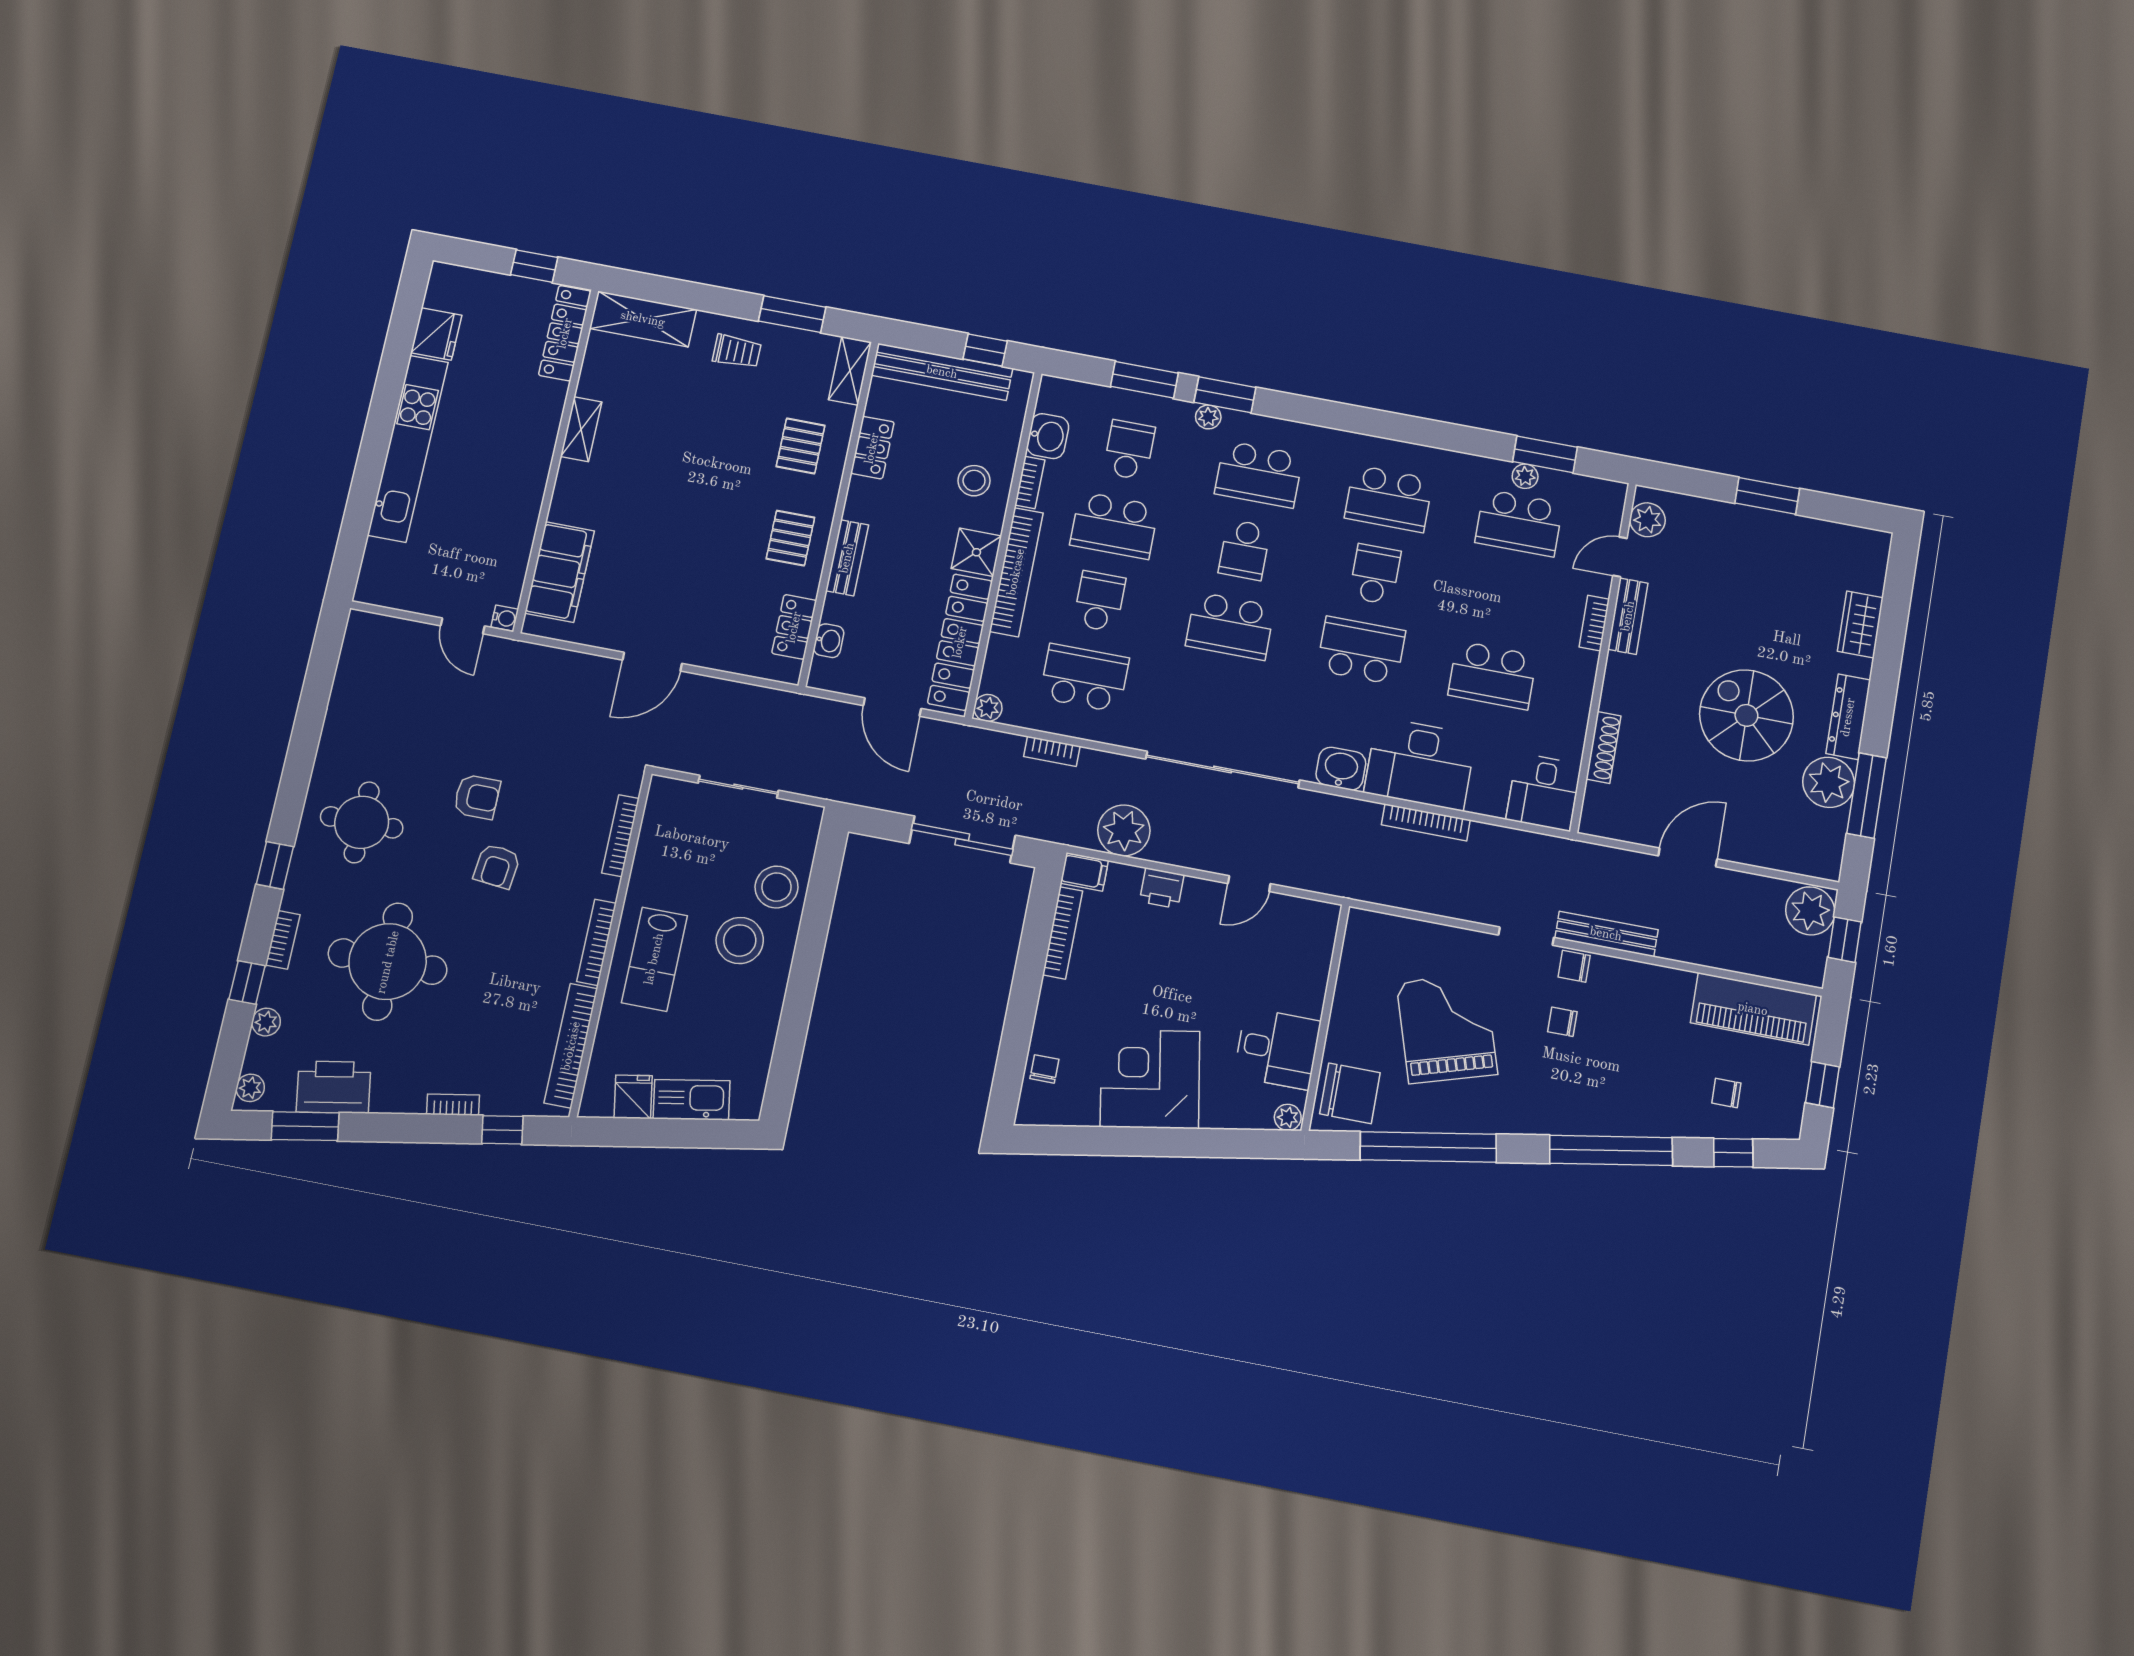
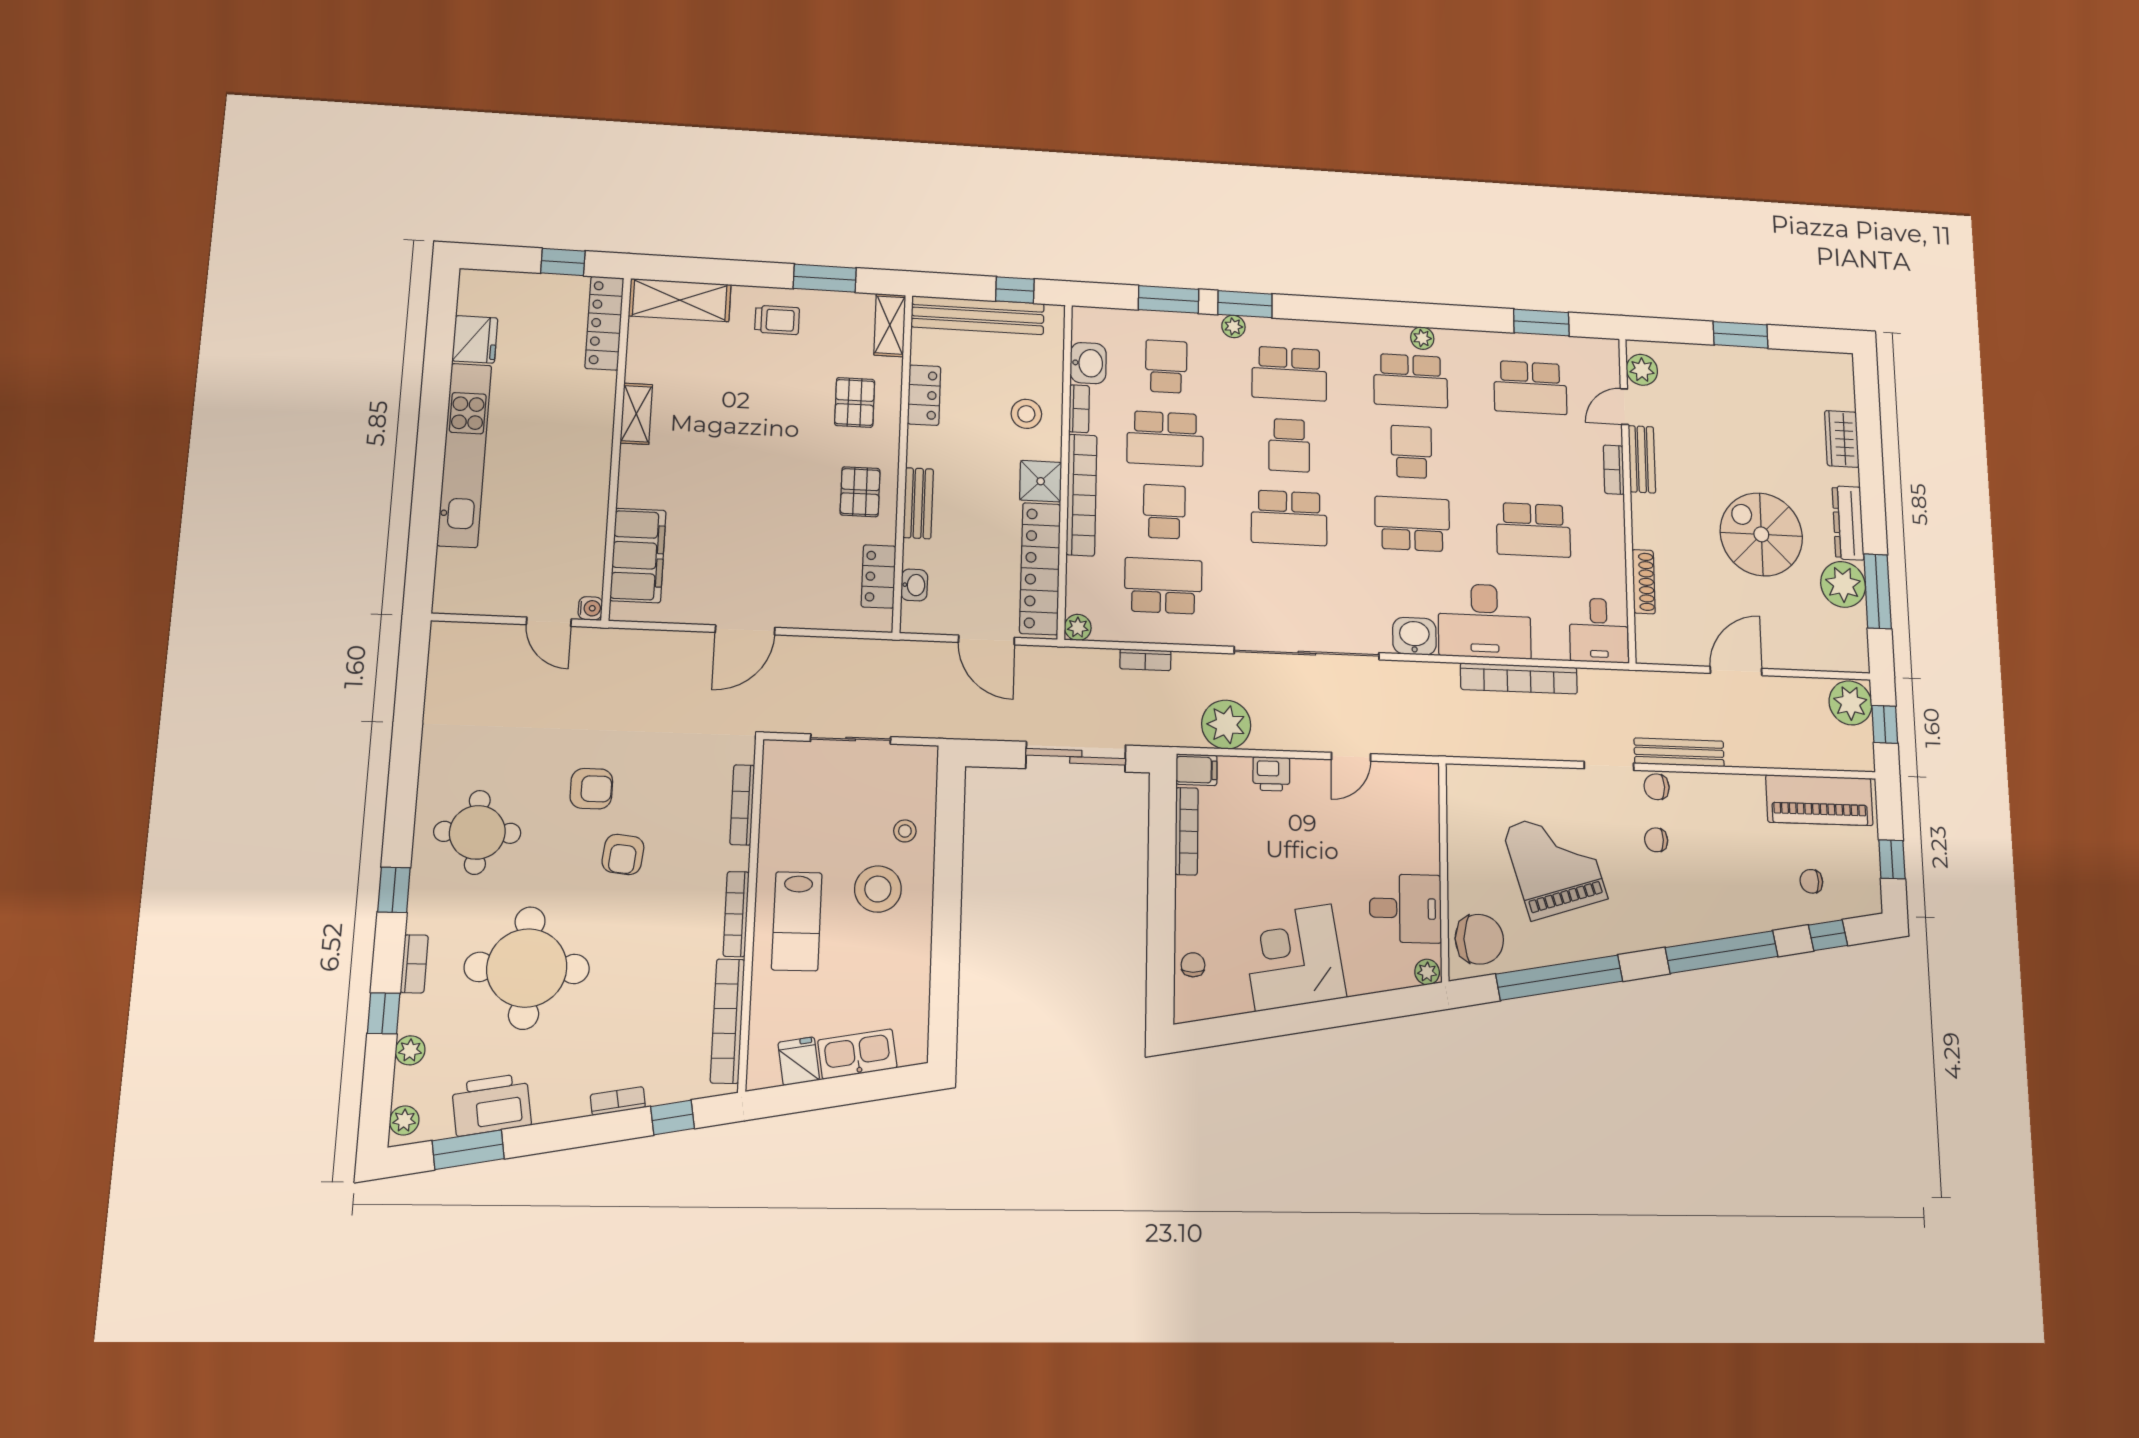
plant: (1525, 476) -> (1422, 338), moved
bookcase: (1426, 822) -> (1519, 678), width x1.48, depth x1.31
stool: (777, 887) -> (905, 831), width x0.53, depth x0.53

